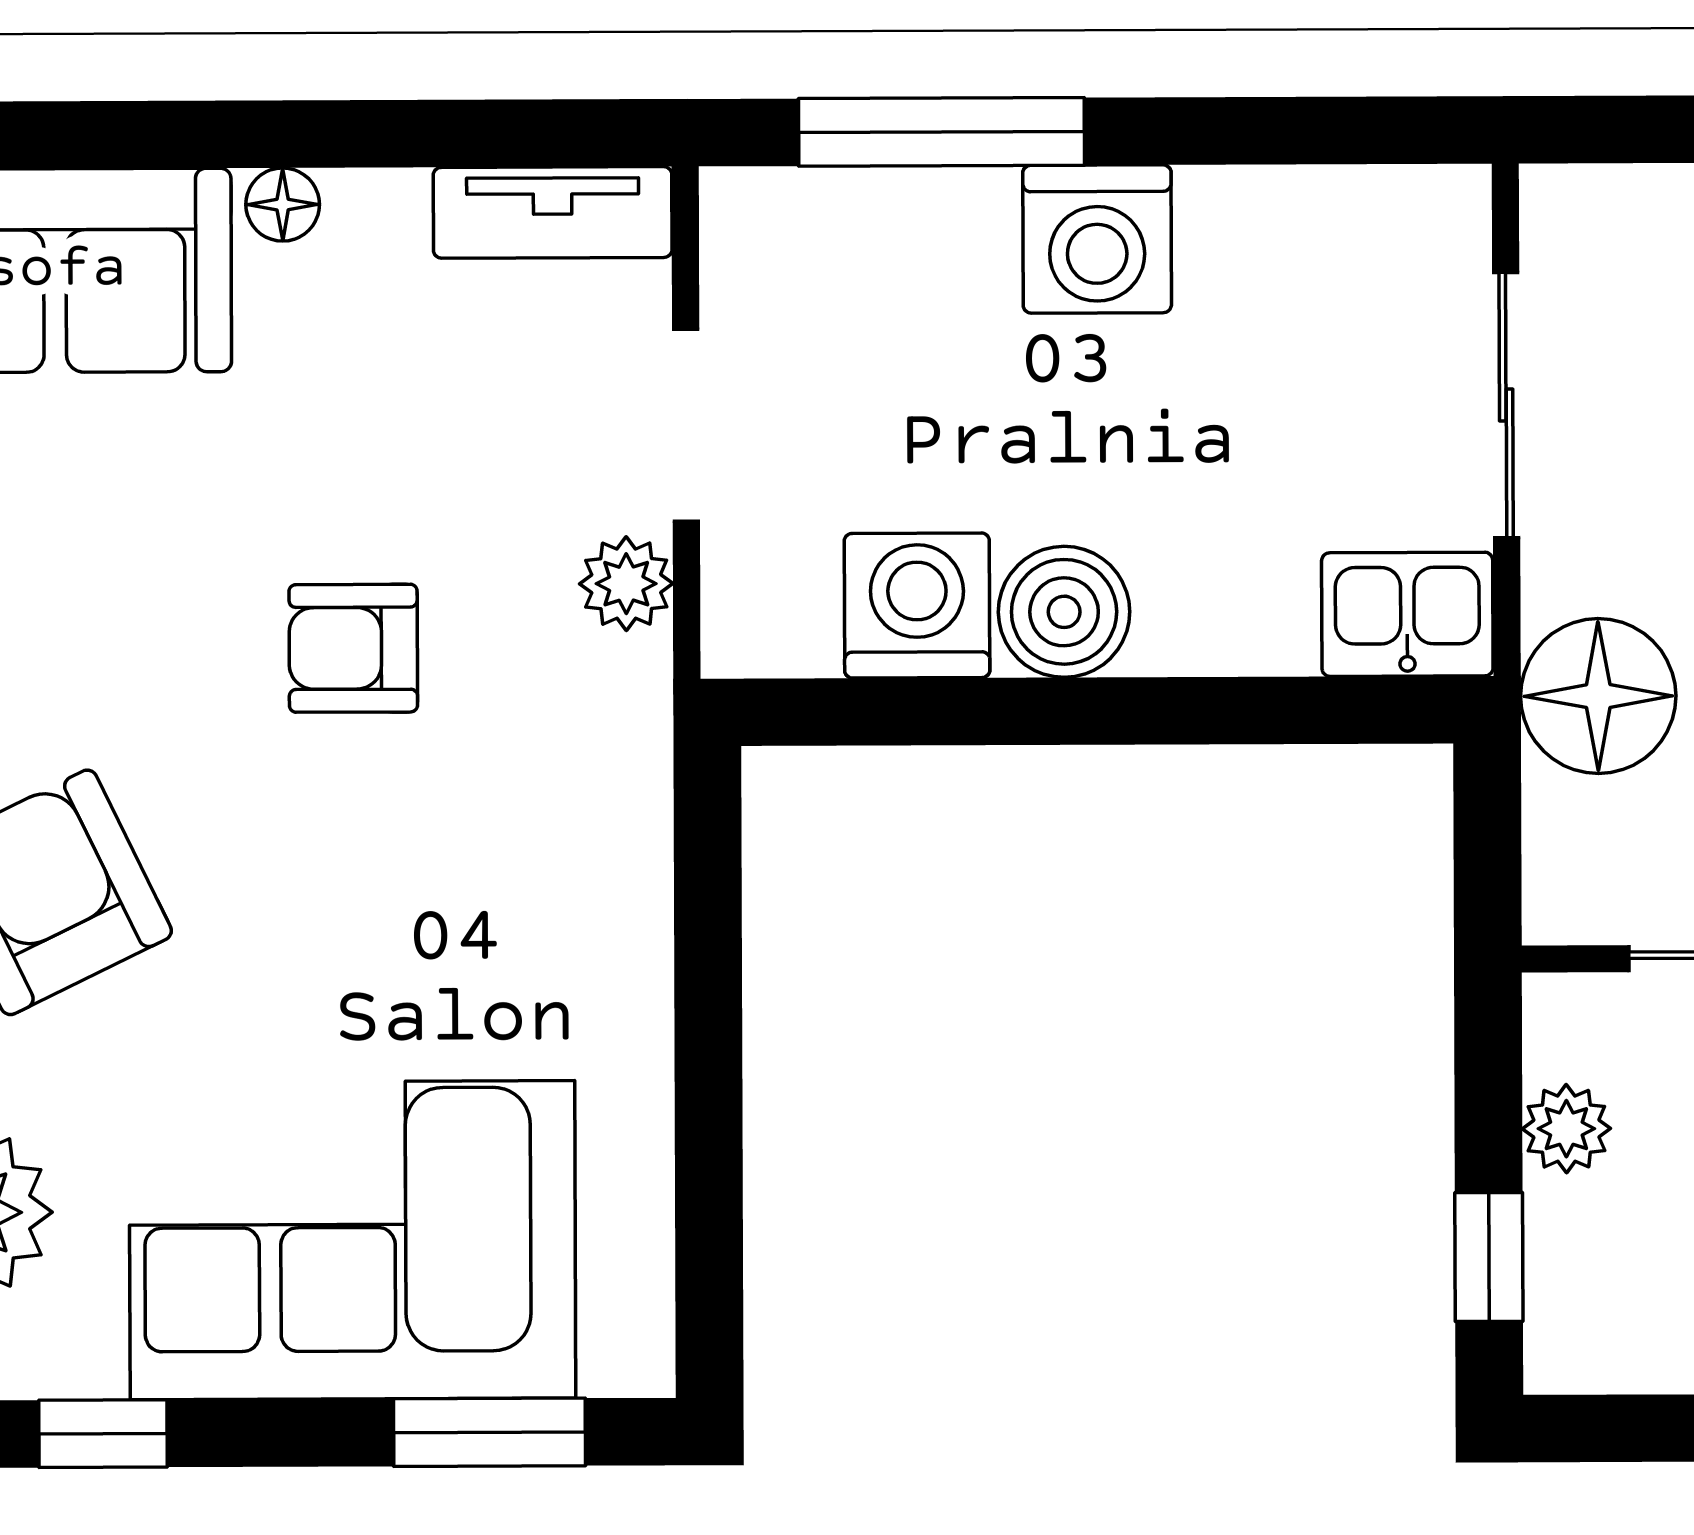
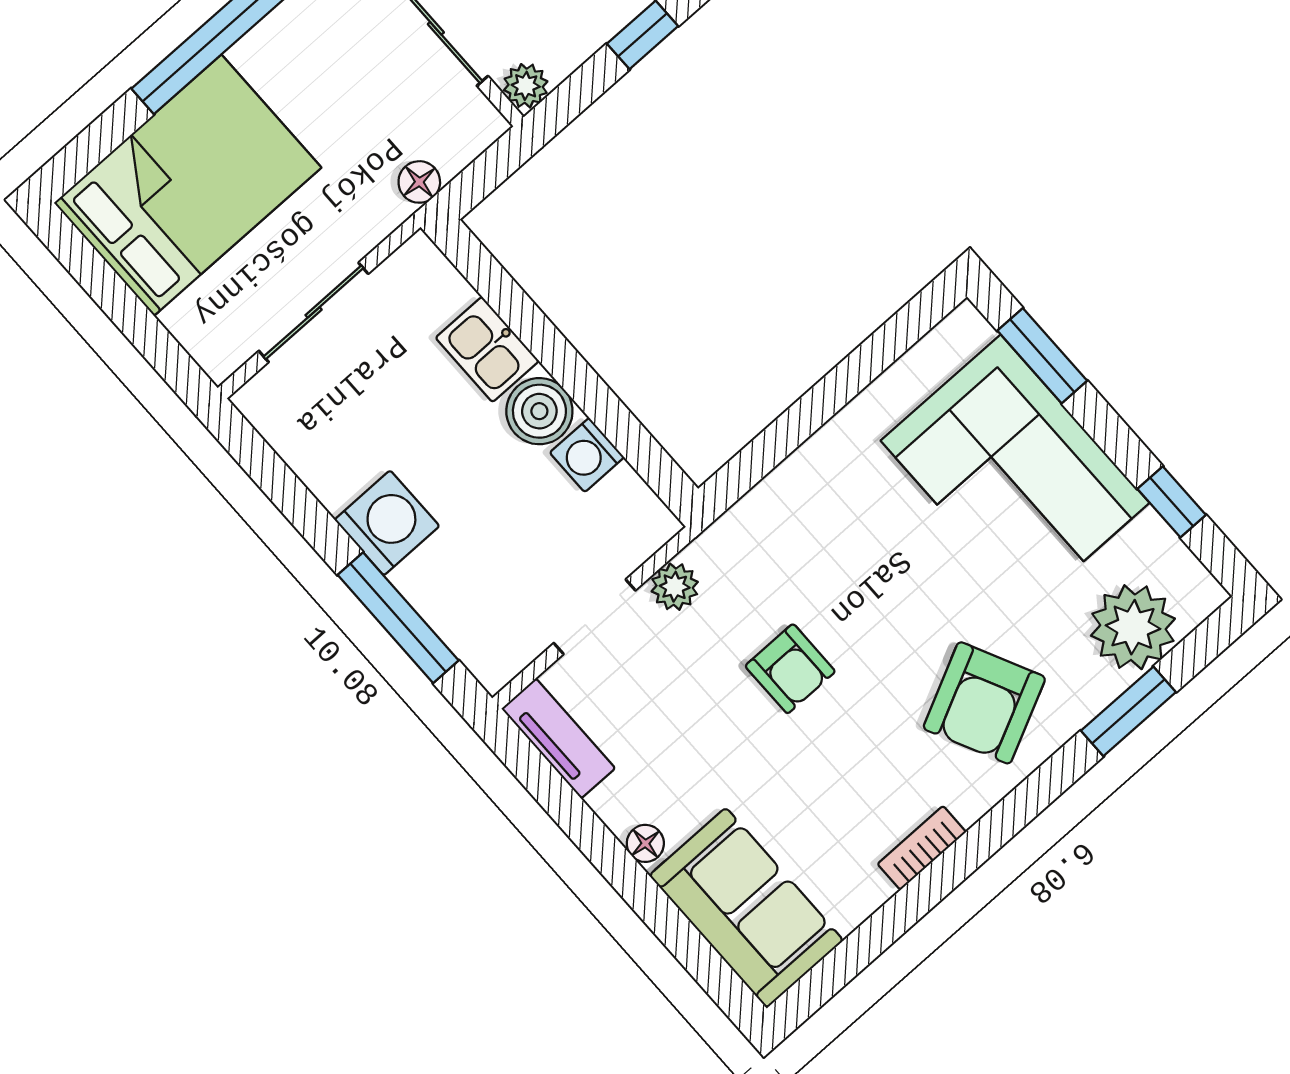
washing machine: (917, 606) -> (587, 455), width x0.73, depth x0.73
kitchen sink: (1407, 614) -> (487, 349), moved
floor lamp: (1598, 696) -> (419, 182), width x0.53, depth x0.53
plant: (1566, 1129) -> (526, 86), moved

